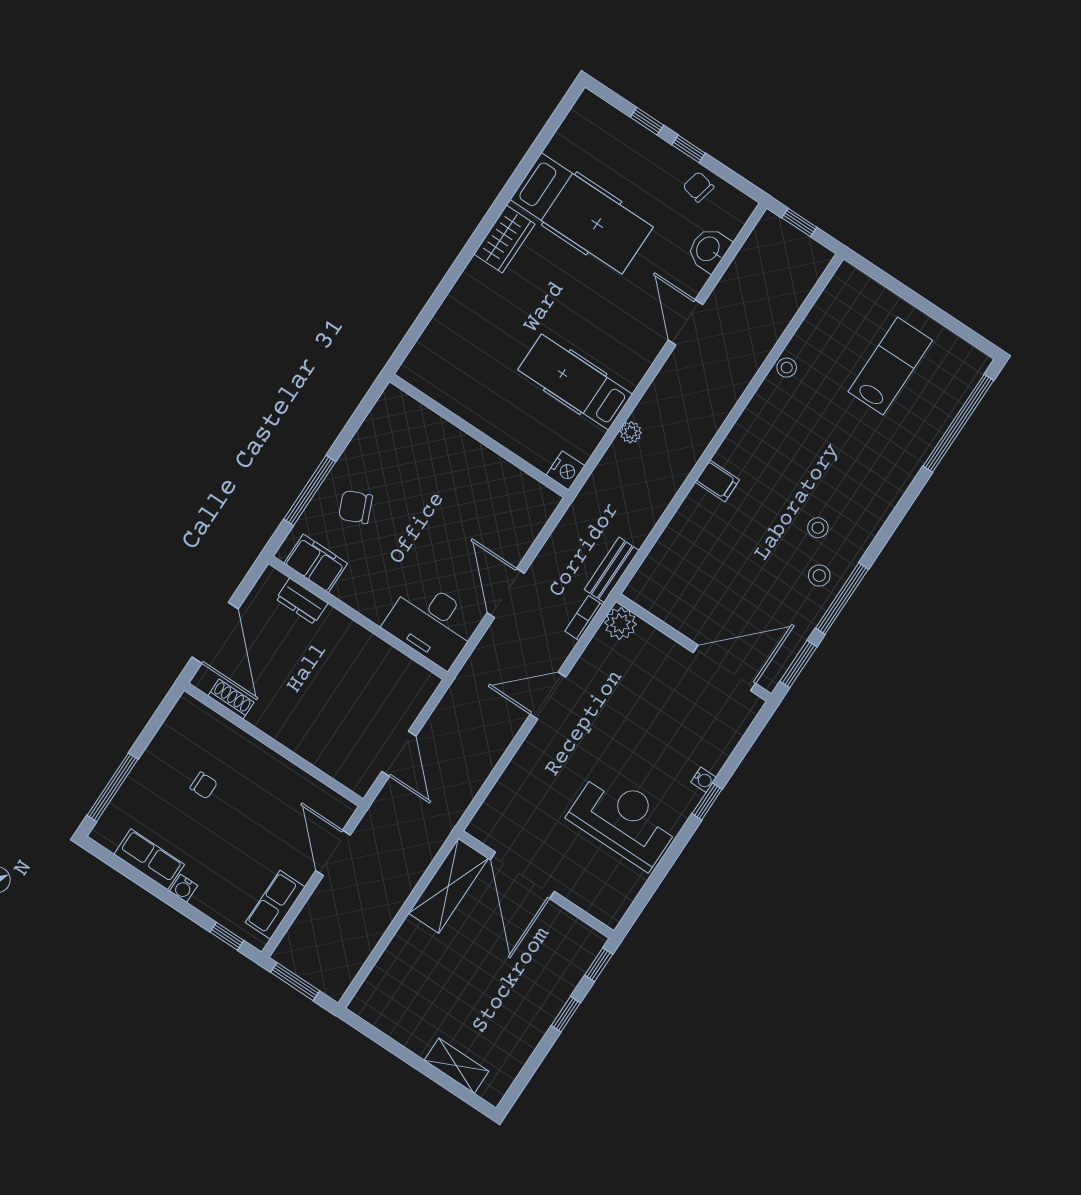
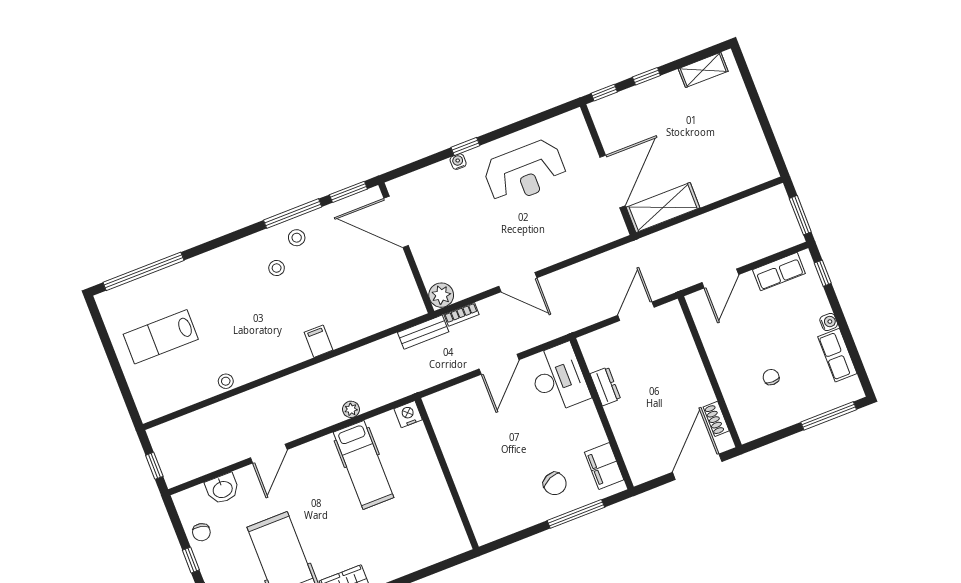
dresser: (302, 601) -> (605, 386), moved
reception desk: (624, 819) -> (525, 172), turned -90
shelving: (456, 1066) -> (703, 70), moved, turned 90

